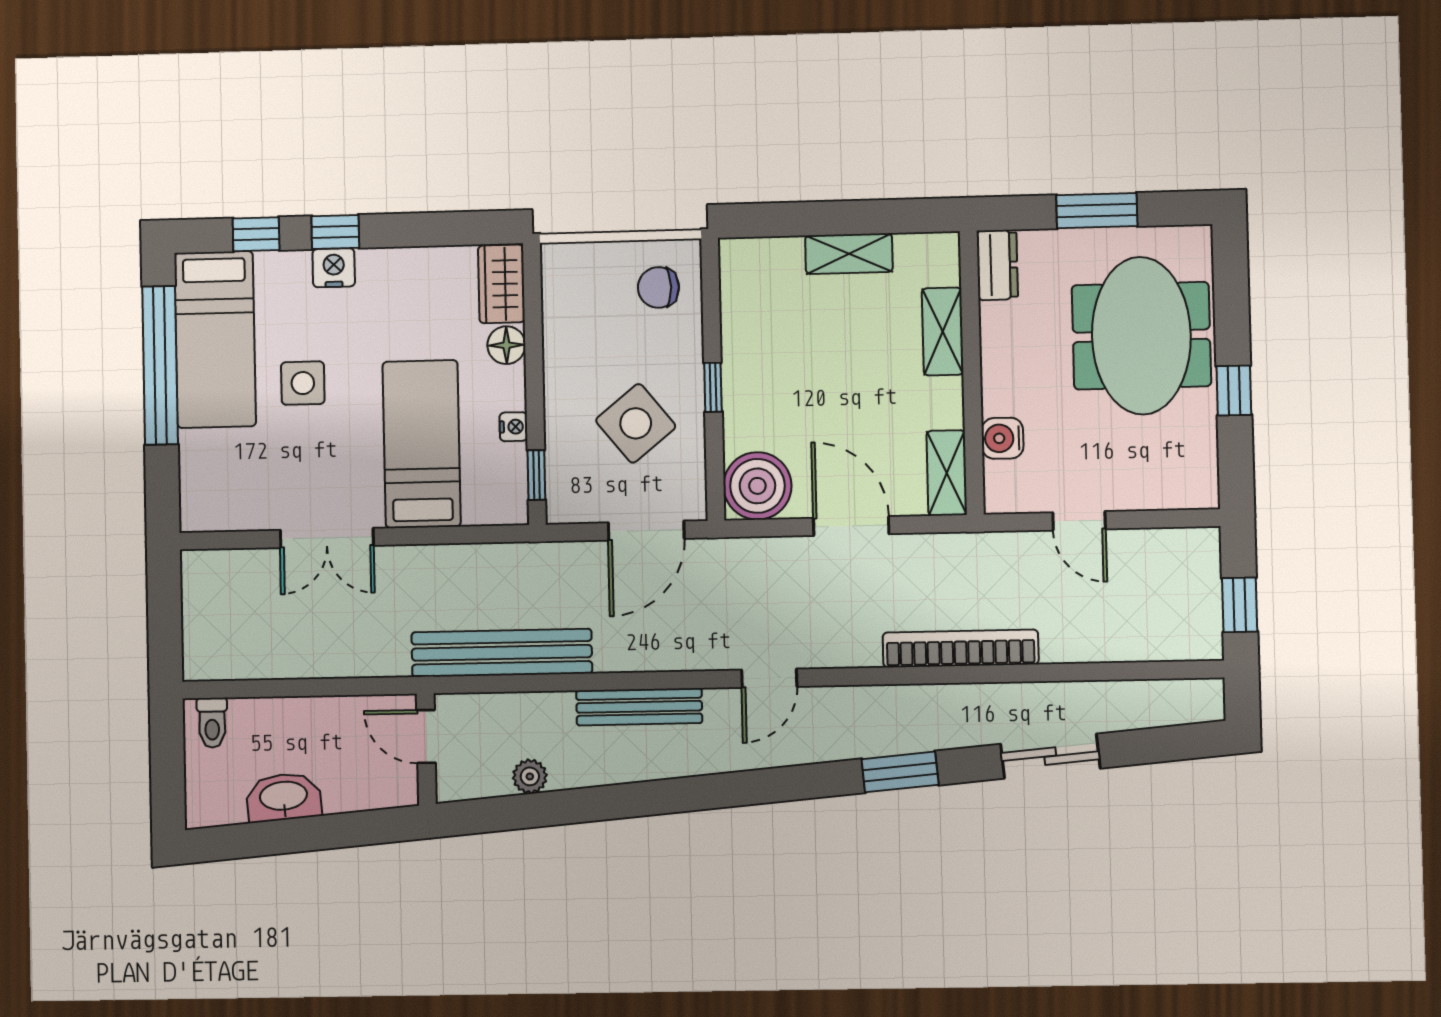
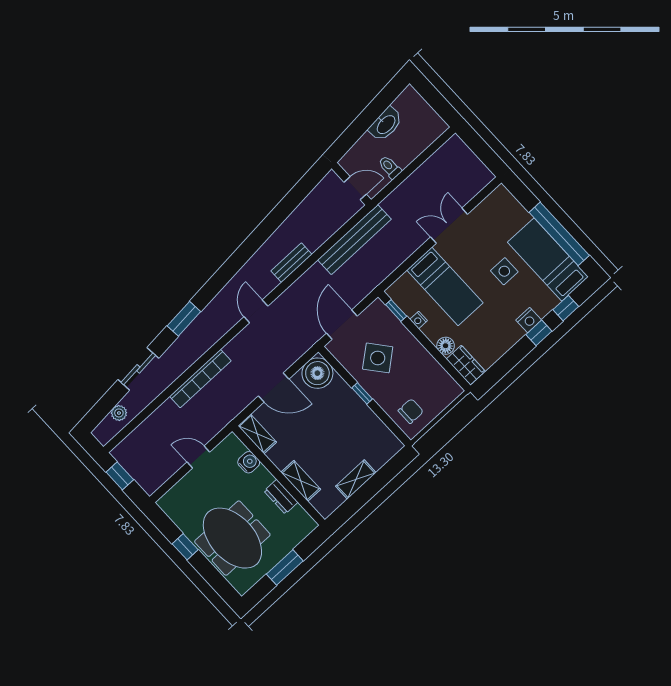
dresser: (997, 265) -> (281, 497), moved
bench: (639, 707) -> (291, 263), width x0.73
toilet: (212, 723) -> (390, 167), moved
plant: (530, 776) -> (119, 413), moved

